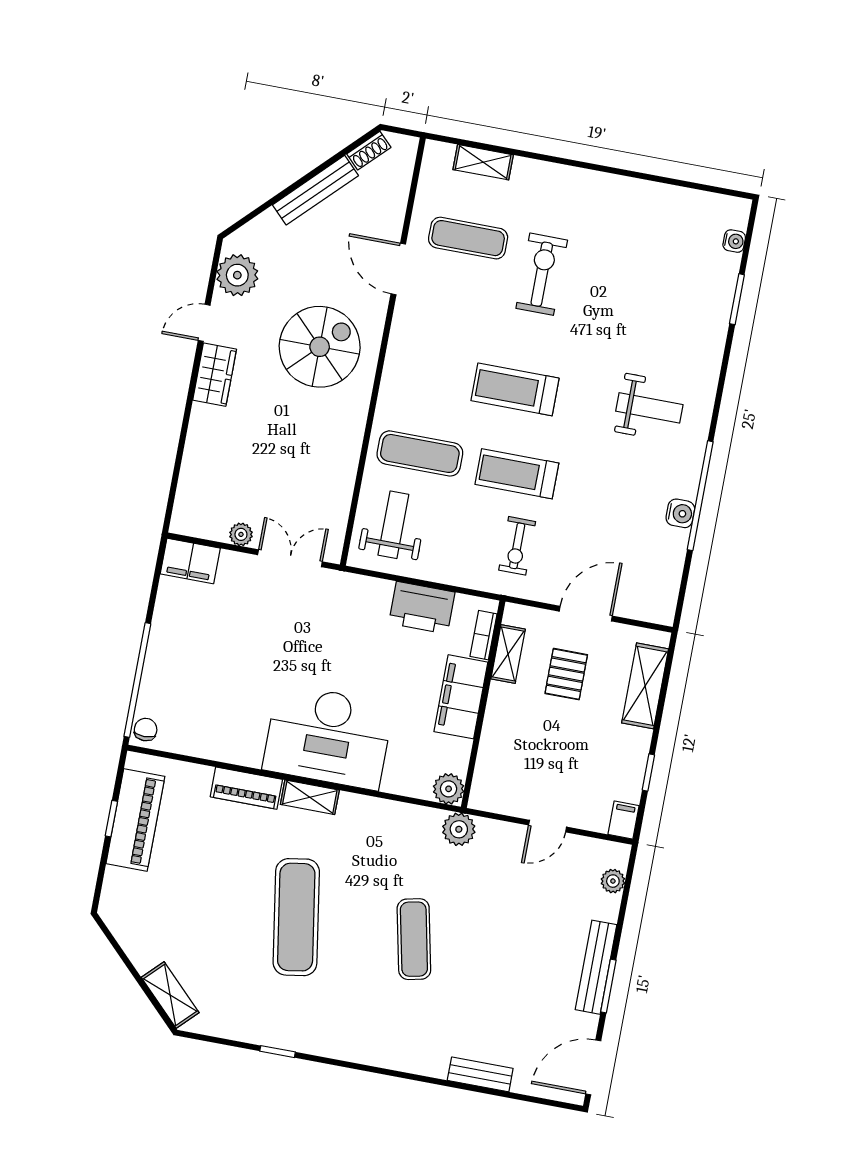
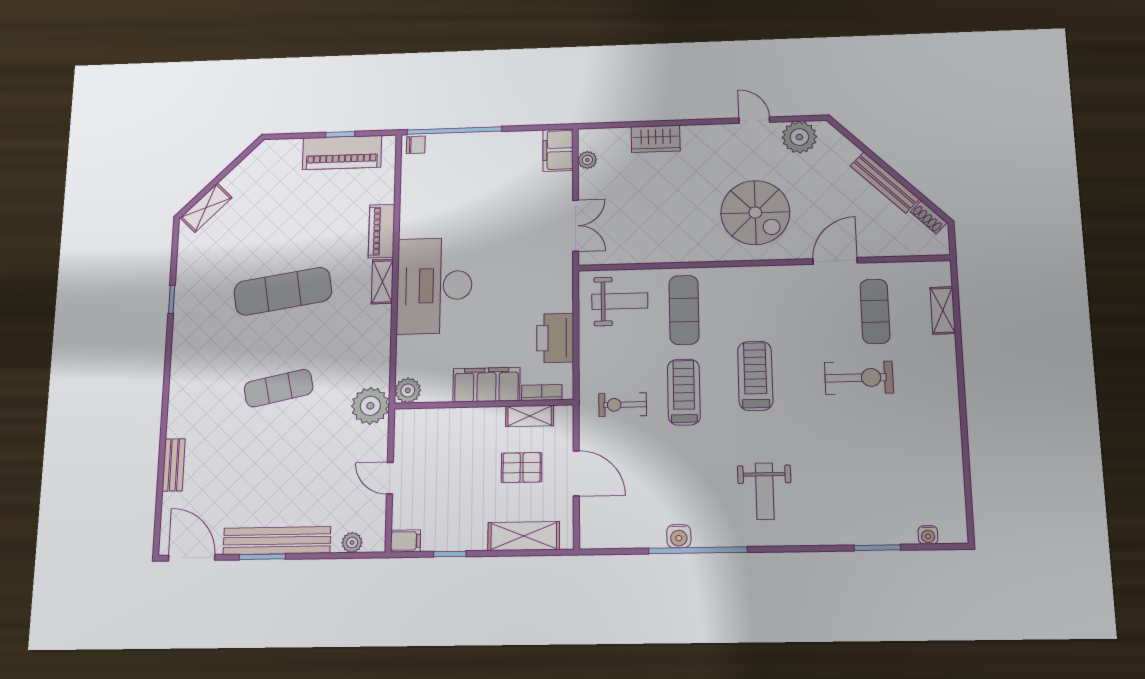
wardrobe: (215, 375) -> (656, 139), moved
plant: (241, 534) -> (587, 160), moved
plant: (459, 829) -> (370, 406), width x1.36, depth x1.36
bench: (596, 967) -> (277, 541), width x1.37, depth x1.21

